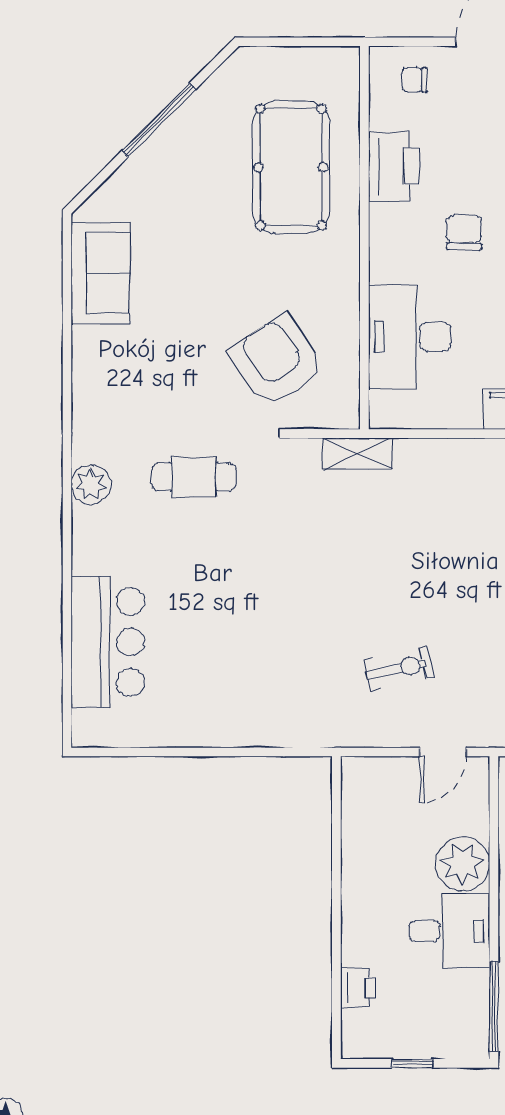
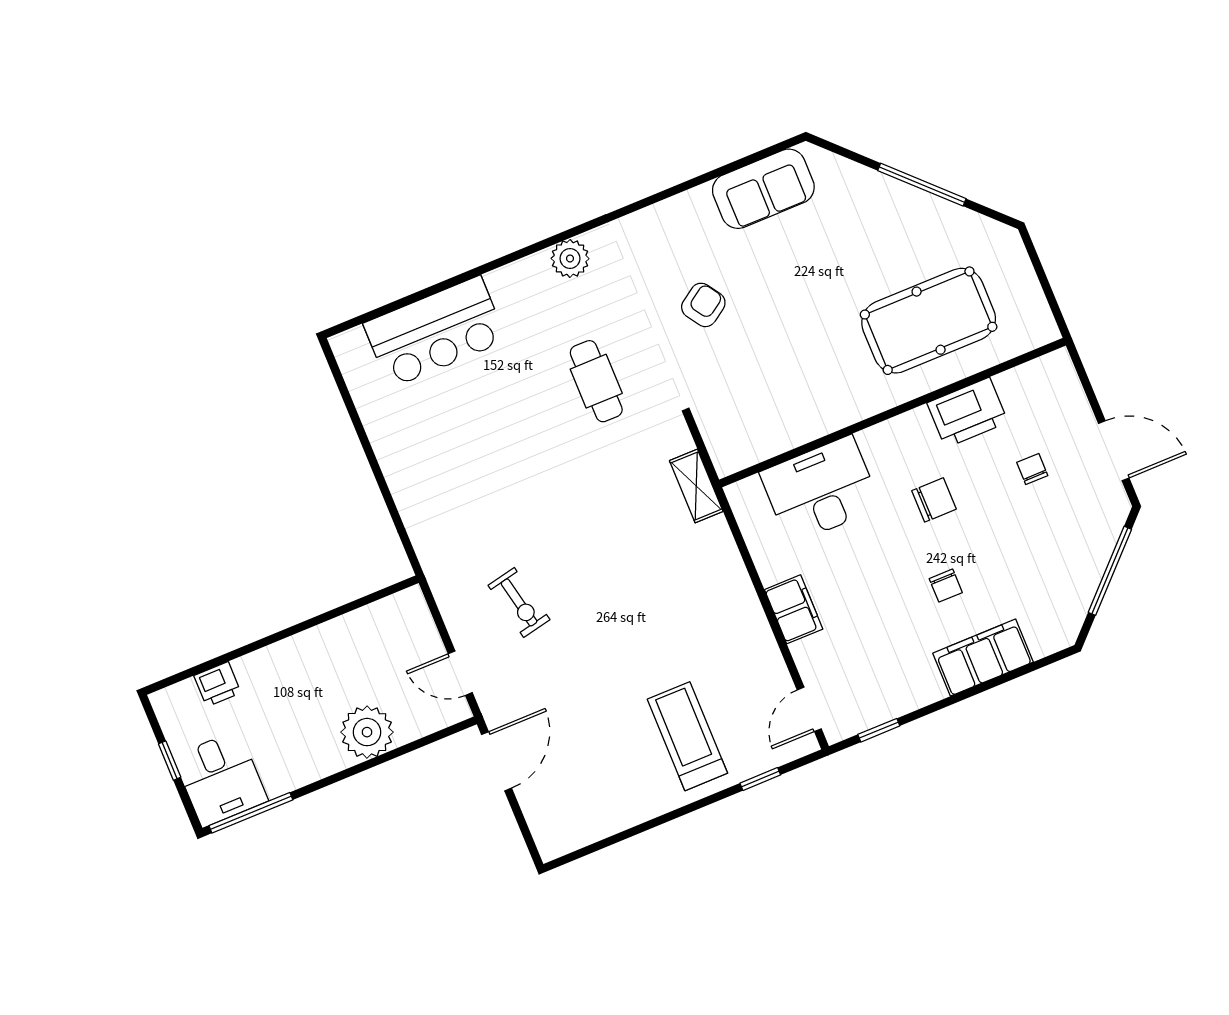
chair: (414, 80) -> (1032, 469), moved
armchair: (277, 361) -> (703, 305), moved, width x0.53, depth x0.53
cafe table: (194, 477) -> (596, 381), moved
desk: (449, 931) -> (221, 779), moved

